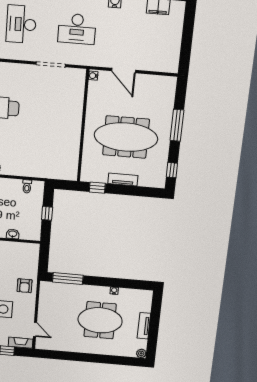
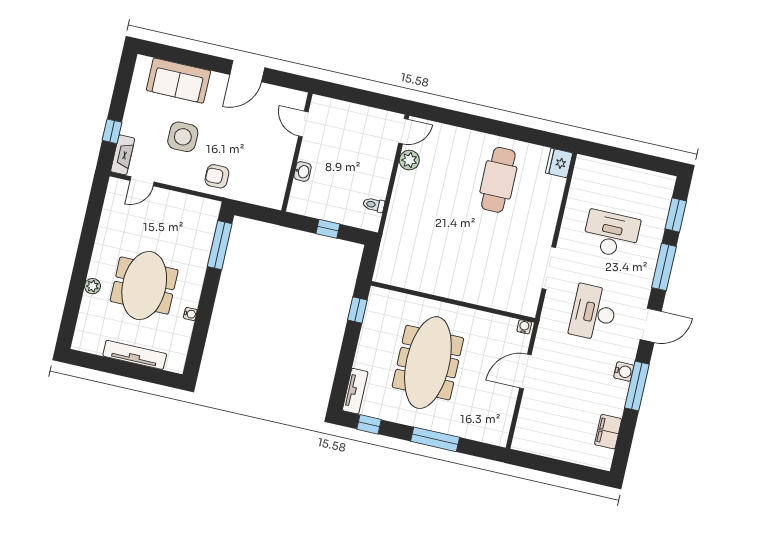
tv unit: (123, 180) -> (355, 391), moved
tv unit: (144, 326) -> (135, 355), width x1.41
plant: (141, 353) -> (92, 286), moved

